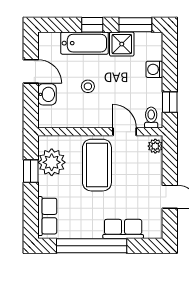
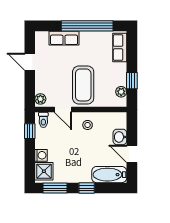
bathtub: (85, 43) -> (109, 175), moved
shower: (122, 44) -> (44, 171), moved
stool: (88, 86) -> (88, 125), moved
plant: (52, 162) -> (121, 92), width x0.53, depth x0.53

